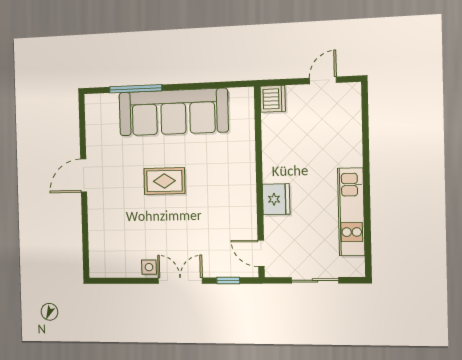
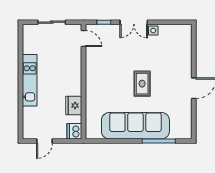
rug: (164, 181) -> (142, 84), turned 90
fridge: (276, 199) -> (74, 105), moved
kitchen unit: (351, 212) -> (30, 80), moved

